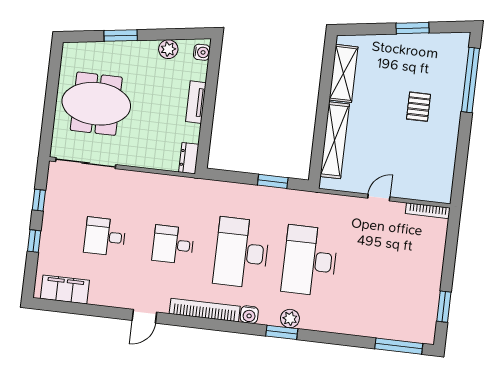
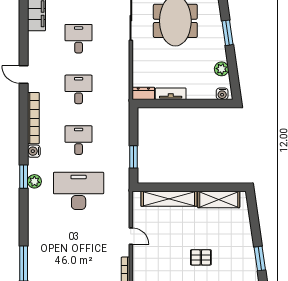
window: (413, 28) -> (260, 258), moved
tv unit: (196, 102) -> (171, 94), moved
desk: (241, 253) -> (79, 140), width x0.53, depth x0.77

